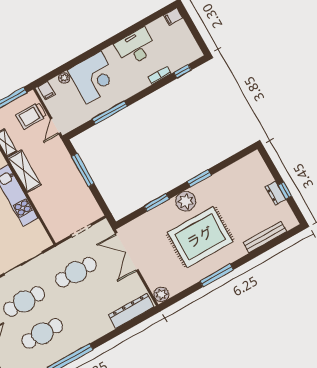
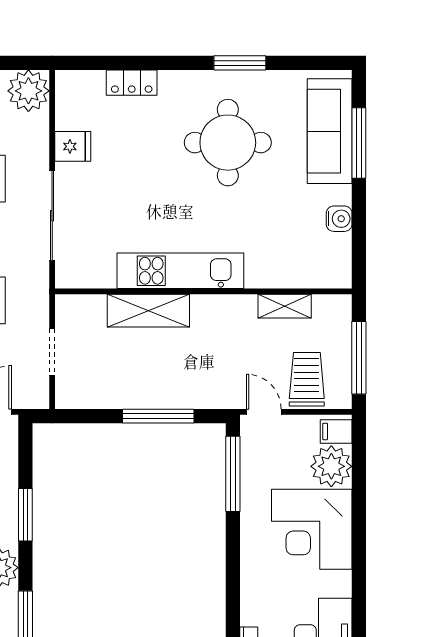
plant: (64, 78) -> (331, 466), width x1.88, depth x1.88
window: (110, 113) -> (233, 474), moved
shelving: (24, 171) -> (148, 311), moved

